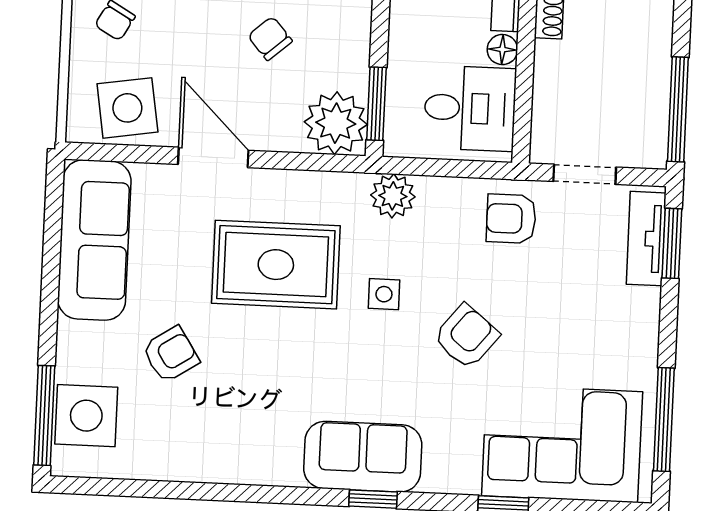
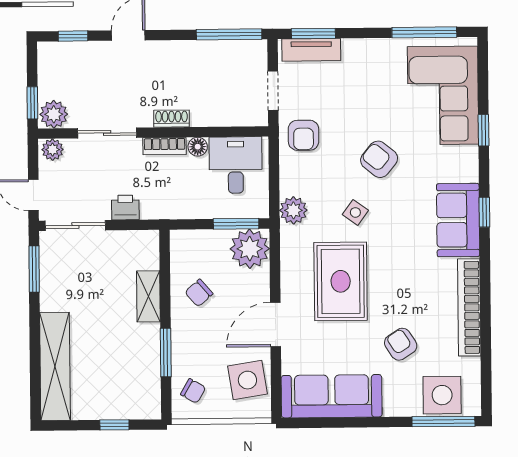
side table: (384, 294) -> (355, 212), turned 36
bookcase: (223, 466) -> (469, 307), added

